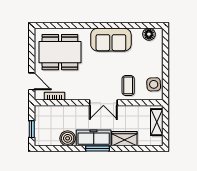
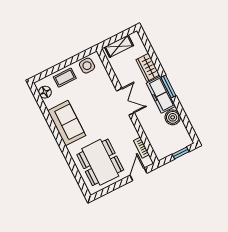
coffee table: (128, 85) -> (65, 78), moved

